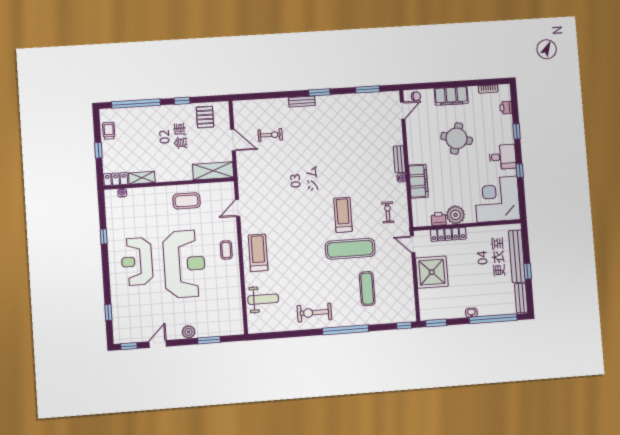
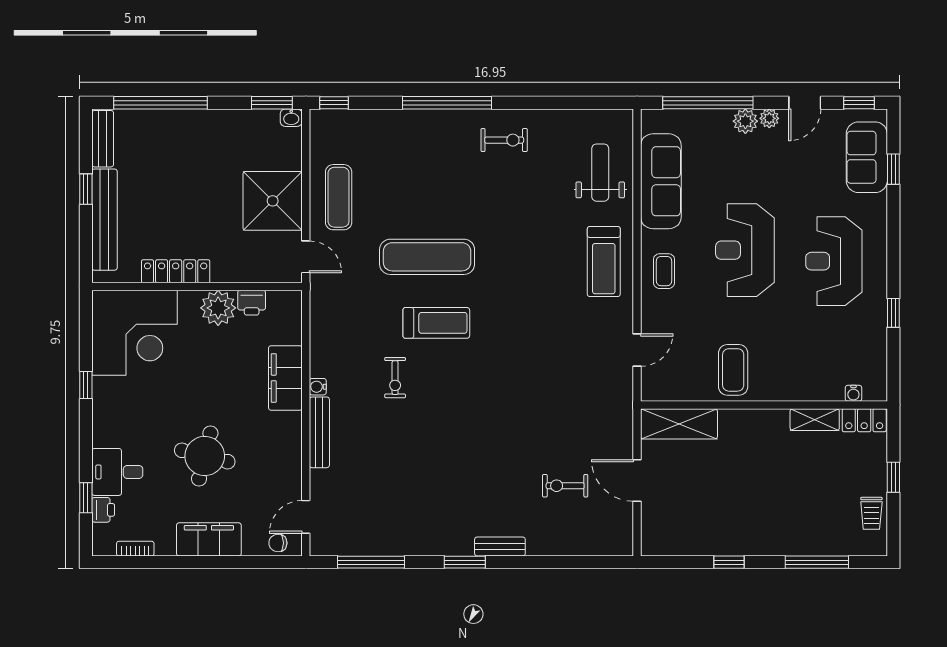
window: (368, 89) -> (371, 562), width x1.44
window: (136, 104) -> (817, 562), width x0.68
pallet: (205, 117) -> (688, 528), removed
window: (517, 131) -> (86, 498), moved
desk: (503, 157) -> (117, 472), moved
bench: (399, 159) -> (319, 432), width x1.36
coffee table: (186, 201) -> (733, 370), turned 90
exercise bike: (388, 212) -> (395, 378), moved
treadmill: (343, 215) -> (436, 323), turned -90
locker: (448, 234) -> (176, 271), moved
reception desk: (137, 262) -> (834, 261), turned 180
reception desk: (184, 264) -> (745, 250), width x0.74, depth x0.77
exercise mat: (367, 289) -> (339, 197), moved
sofa: (231, 297) -> (661, 181), added
weight bench: (263, 299) -> (600, 173), turned 90
exercise bike: (314, 313) -> (504, 140), width x0.73, depth x0.72
washbasin: (471, 313) -> (291, 118), moved
sofa: (123, 318) -> (867, 157), added
plant: (176, 334) -> (769, 118), added
window: (209, 340) -> (708, 103), width x2.11

